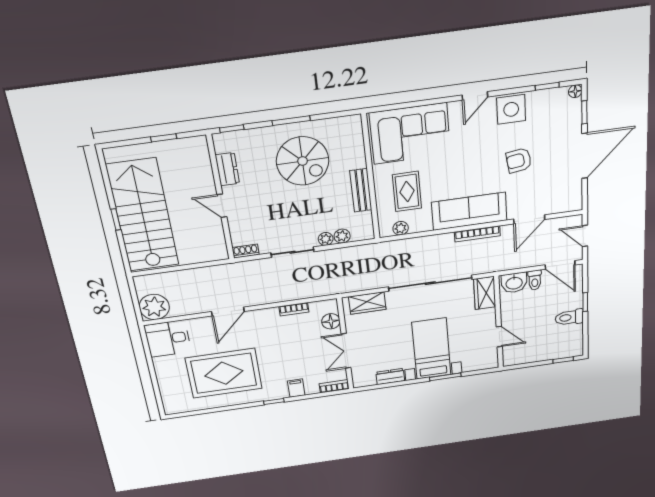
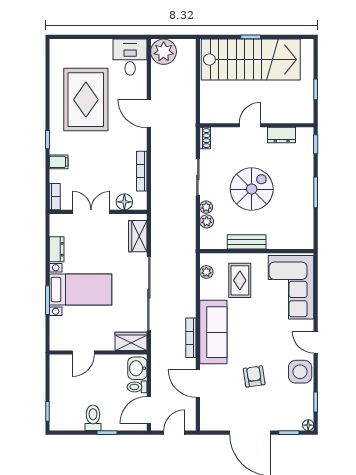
spiral stairs: (303, 161) -> (252, 189), moved, turned 180
rug: (407, 191) -> (240, 280), turned 90
bookcase: (294, 309) -> (142, 171), width x1.56

